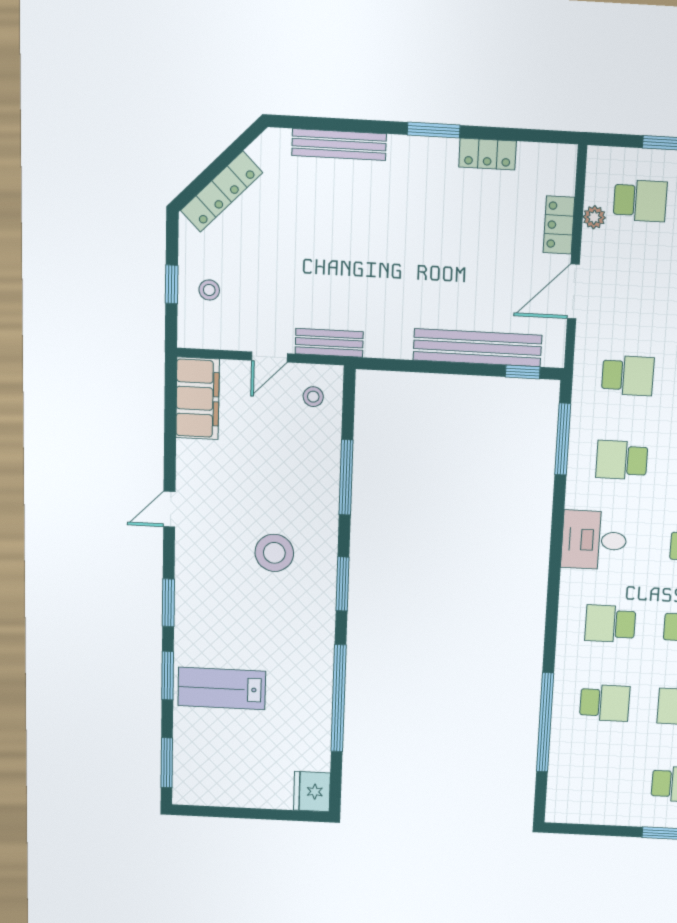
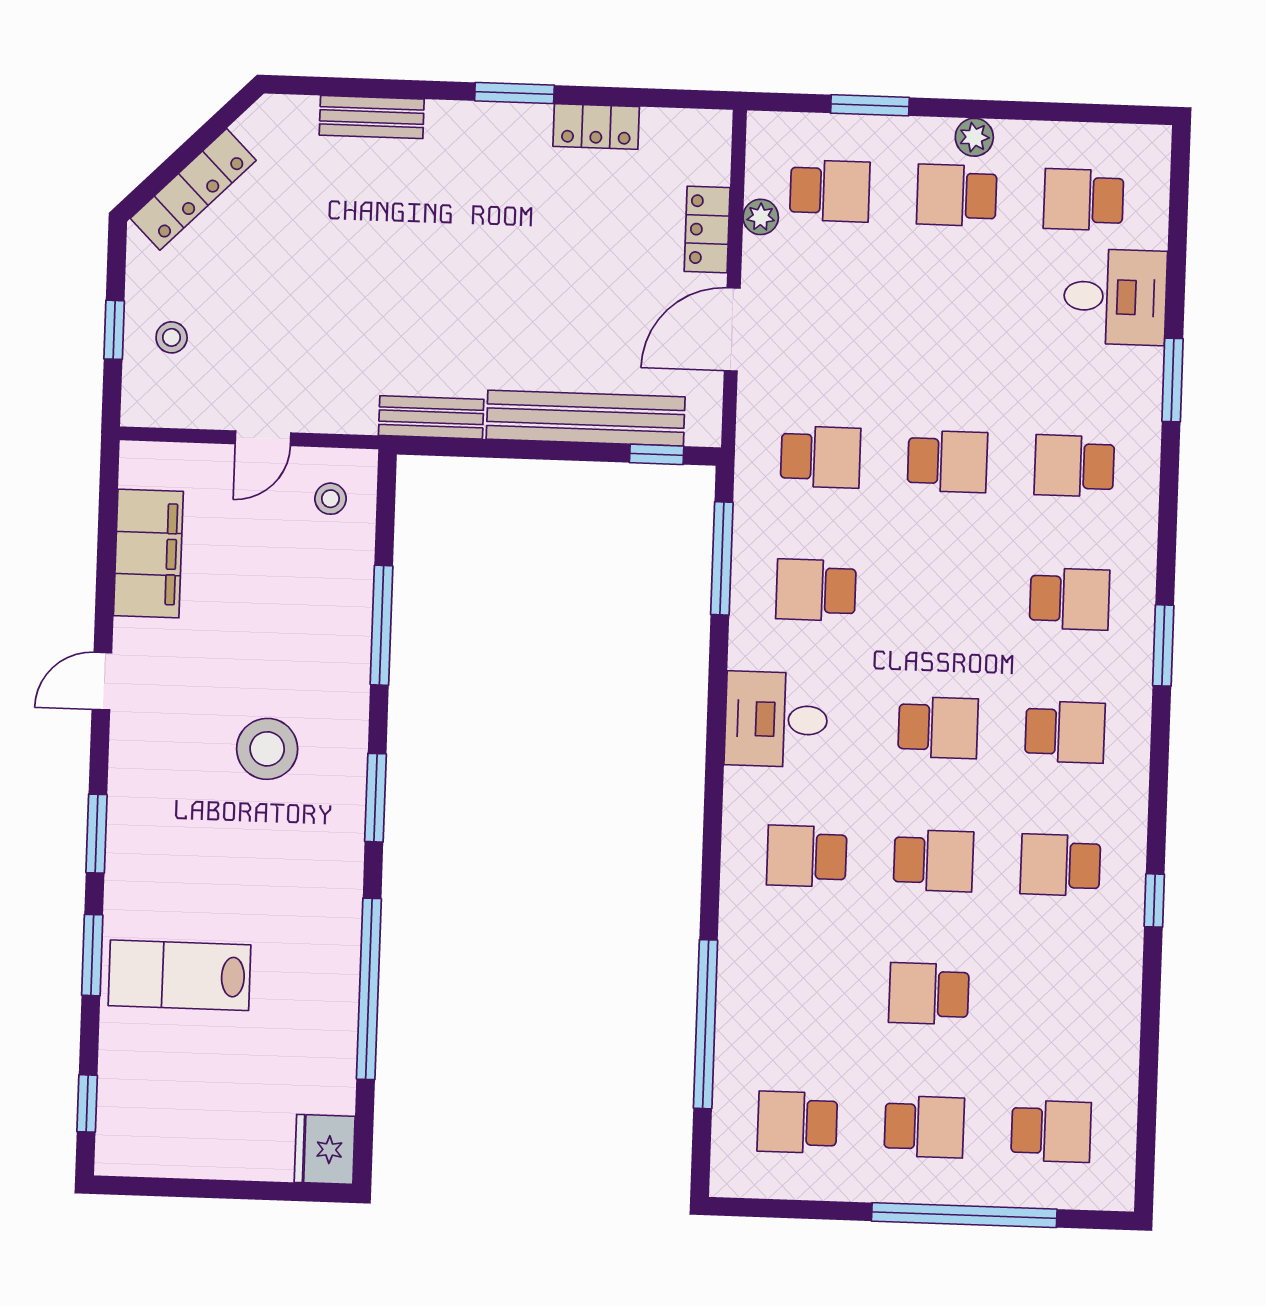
bench: (339, 145) -> (372, 117), width x0.73
bench: (329, 343) -> (431, 417), moved
filing cabinet: (198, 398) -> (148, 554), moved
school desk: (605, 703) -> (797, 1122), moved, turned 180
window: (167, 763) -> (87, 1103), width x0.67

